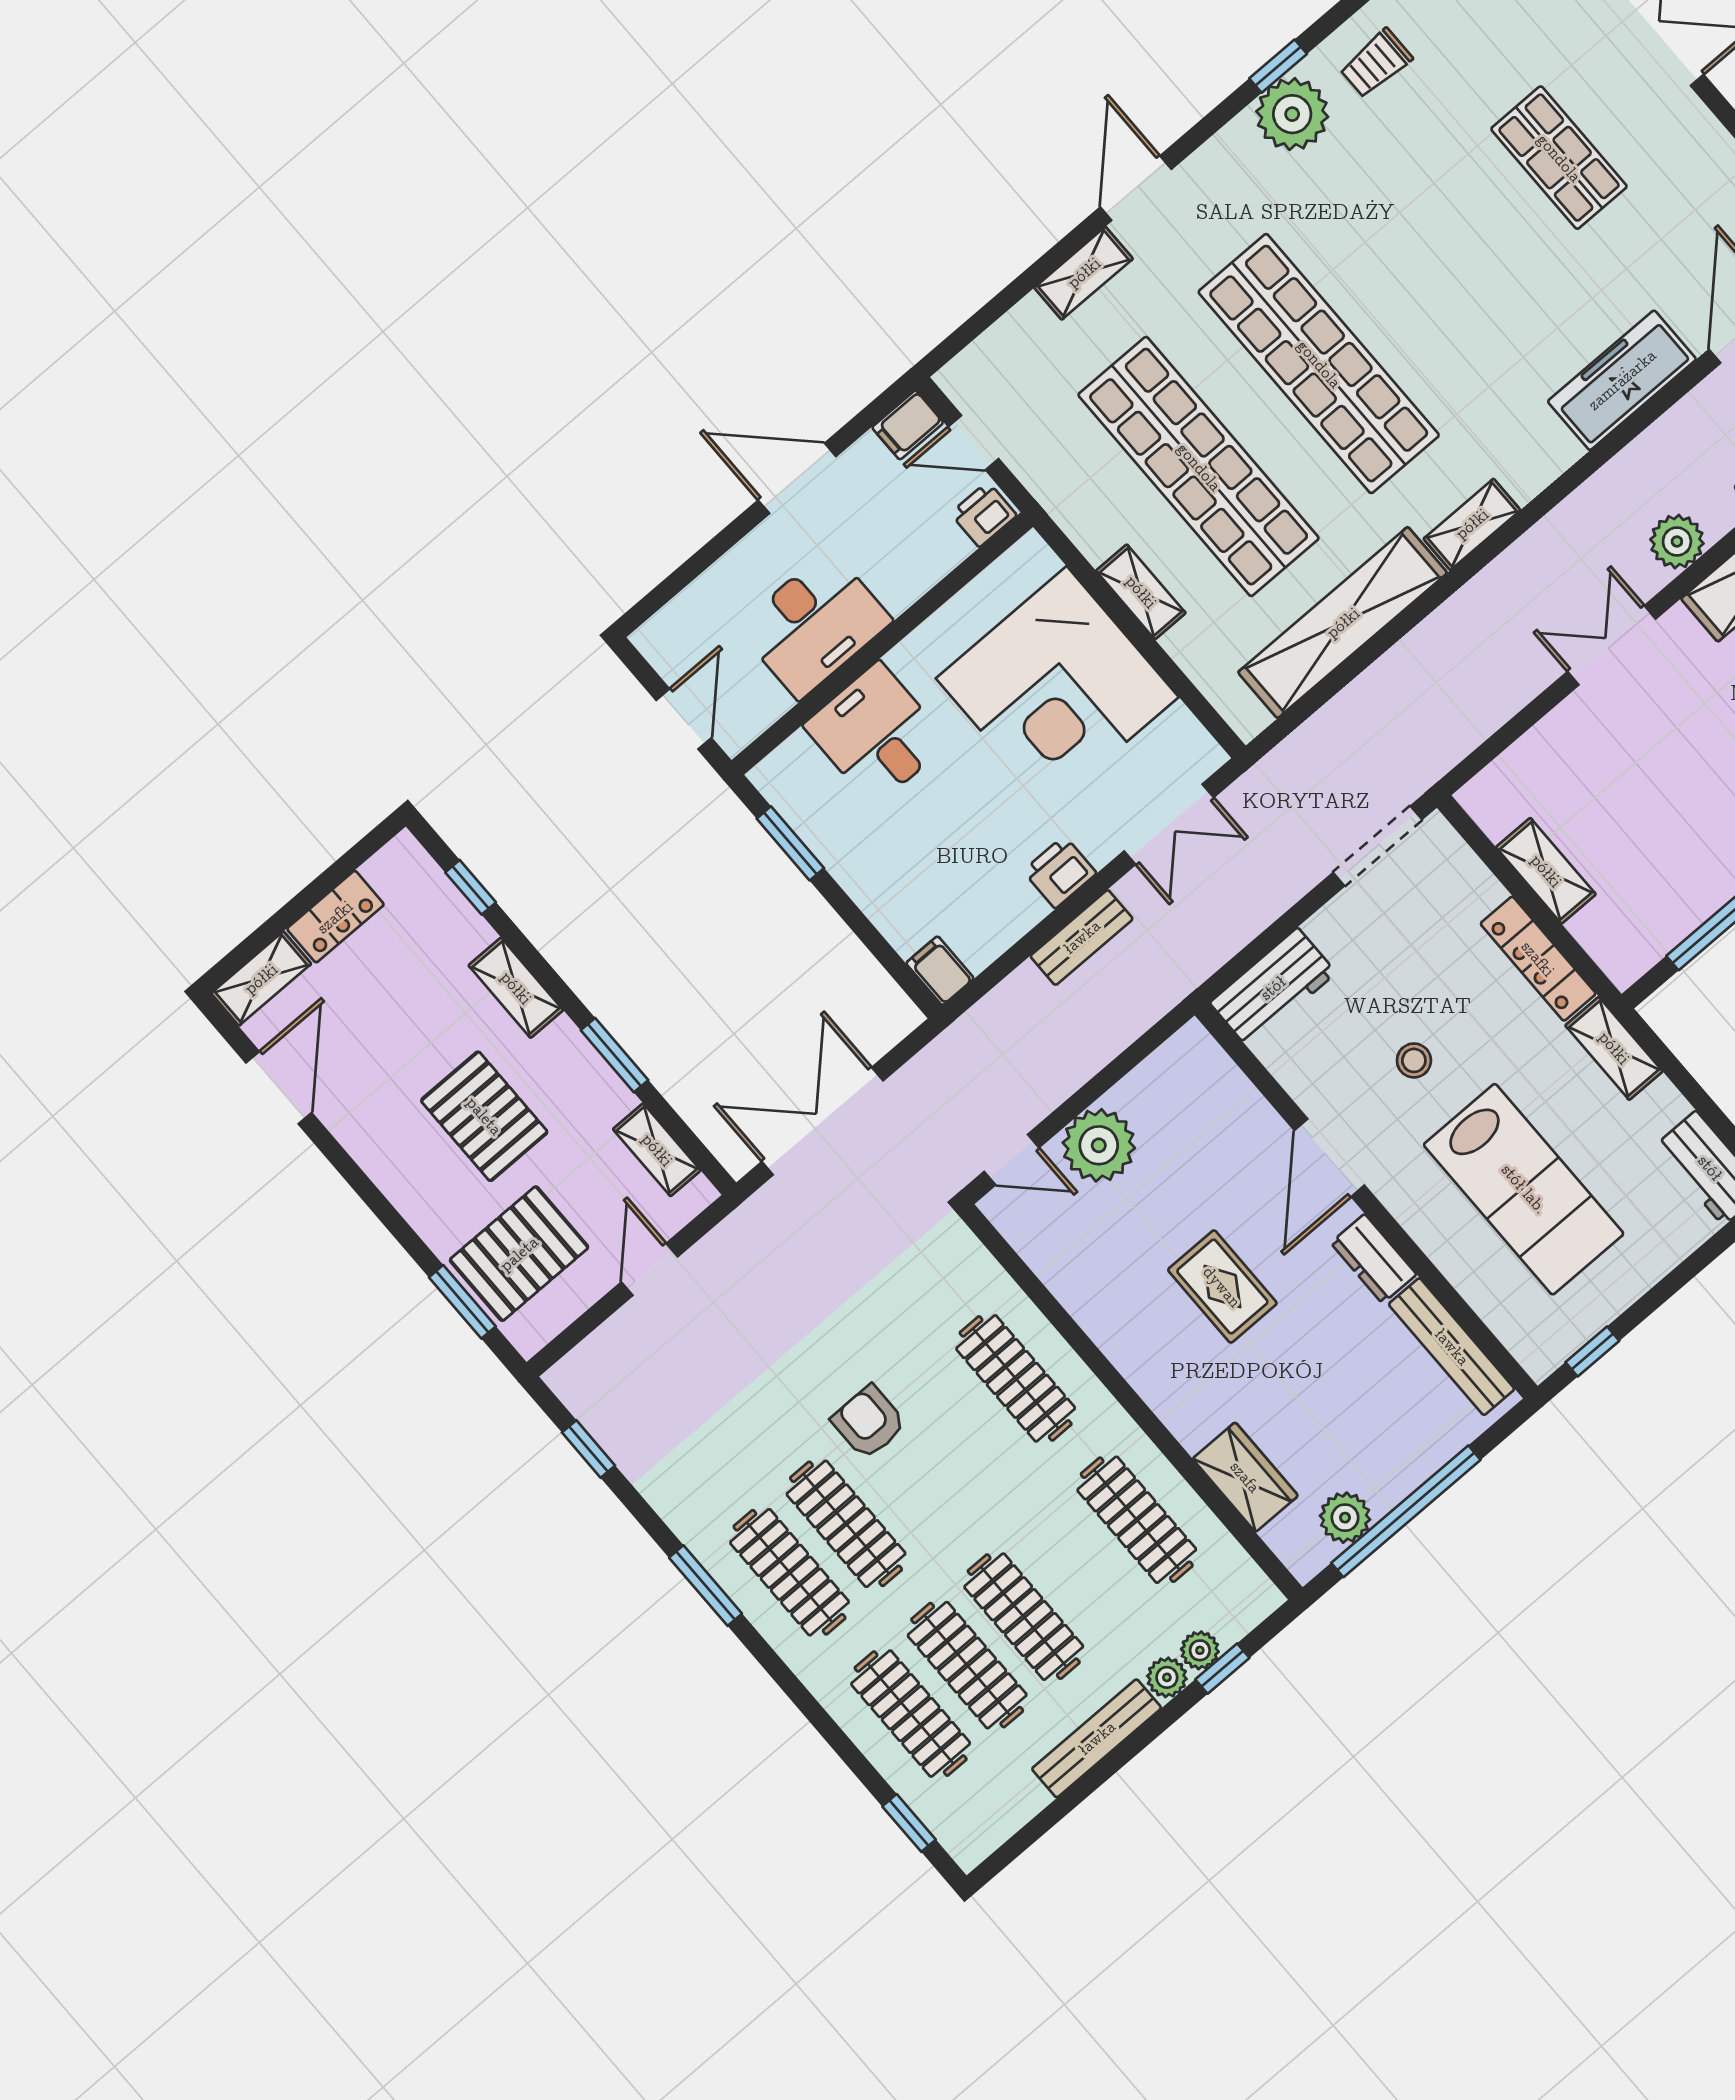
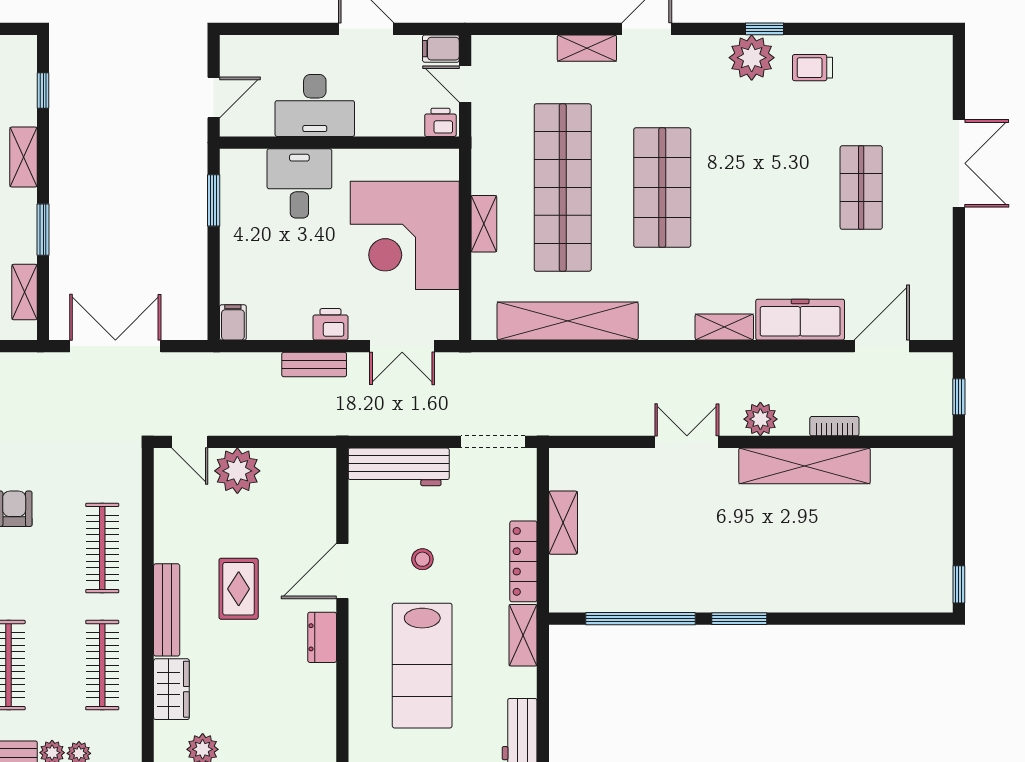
shop shelf: (1319, 364) -> (662, 188), width x0.71
shelving: (1472, 524) -> (724, 327), moved
workbench: (1273, 988) -> (399, 467), width x1.38
bench: (1452, 1347) -> (167, 610), moved

